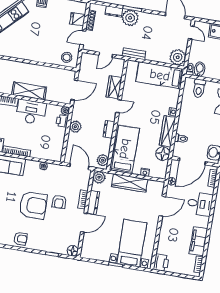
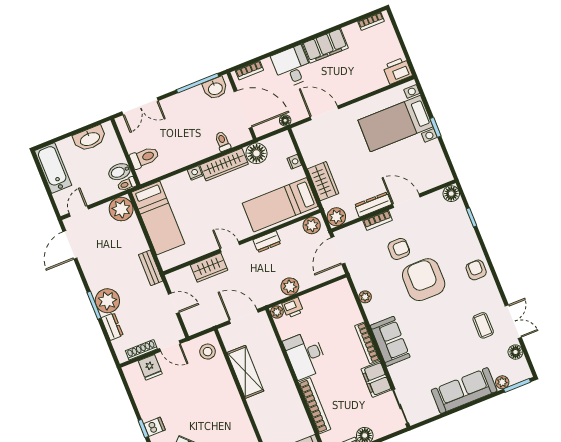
shelving: (29, 91) -> (245, 372), moved
wardrobe: (130, 183) -> (323, 181), width x0.67
filing cabinet: (198, 241) -> (325, 46), moved

